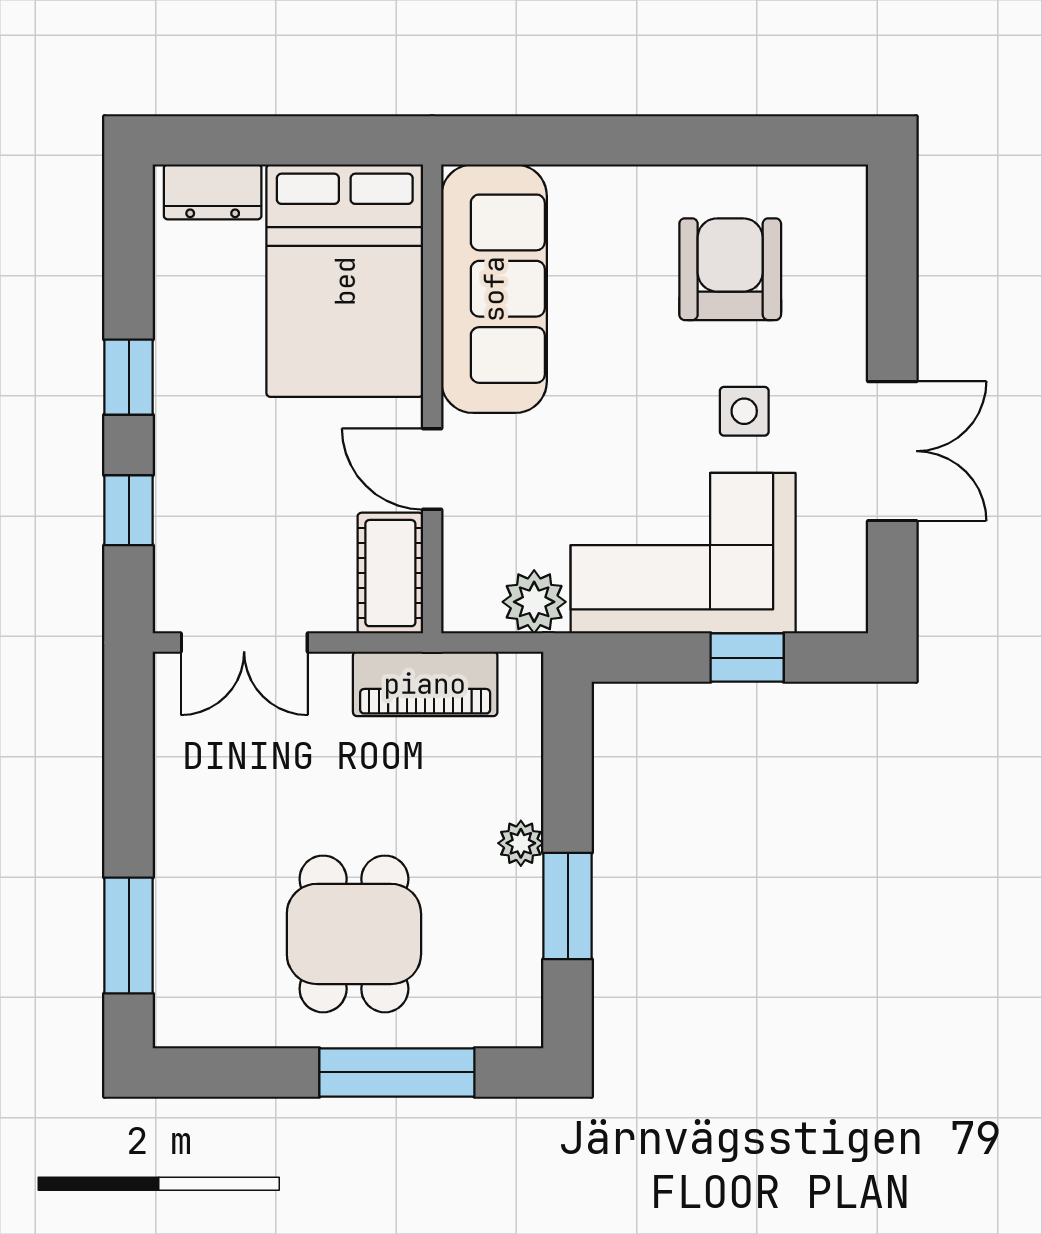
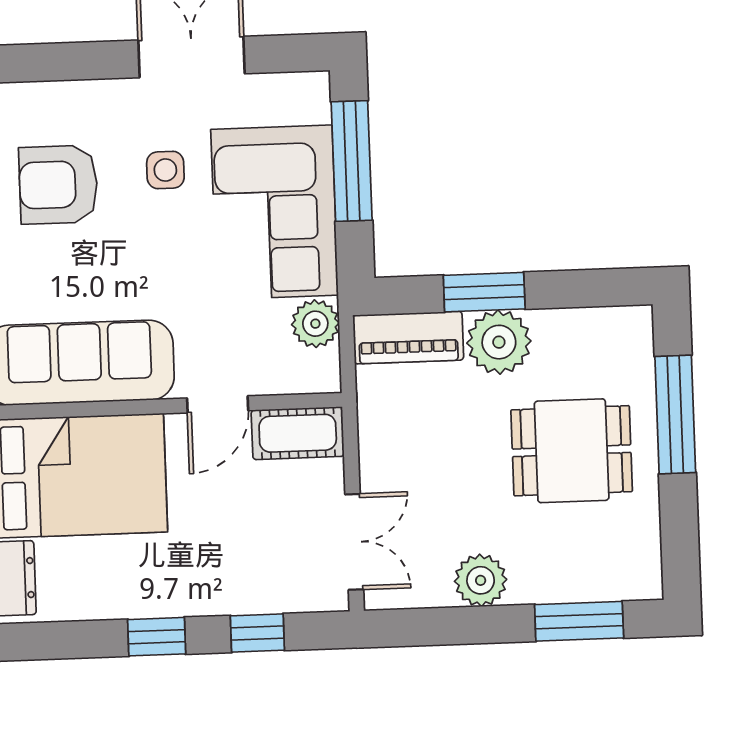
window: (747, 658) -> (352, 161), width x2.17
piano: (425, 684) -> (408, 338), moved, turned 90
plant: (187, 807) -> (481, 580), added
plant: (521, 843) -> (499, 342), width x1.88, depth x1.88
window: (568, 906) -> (484, 292), moved

